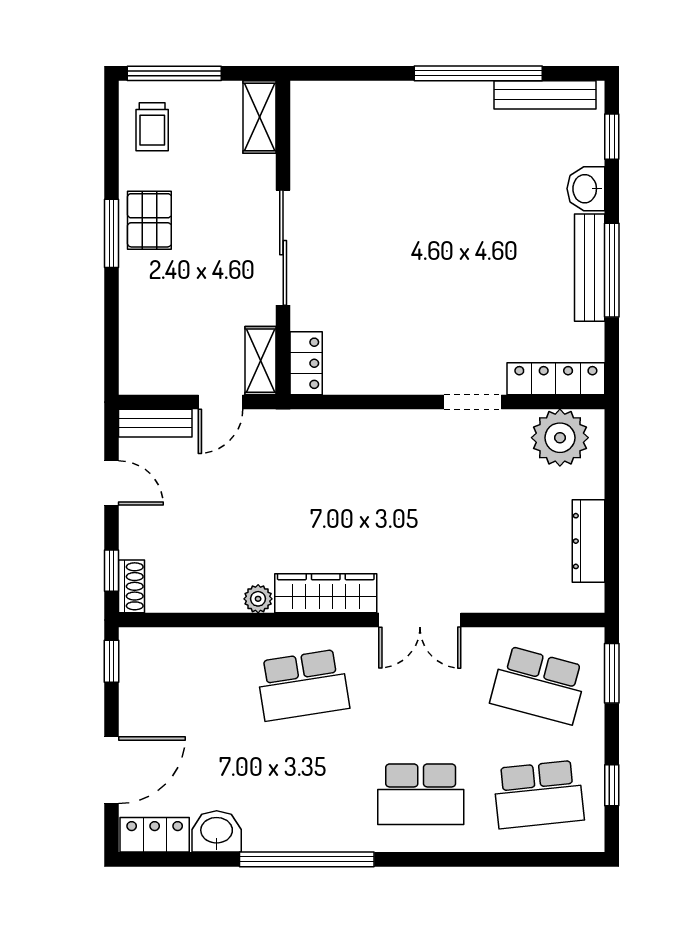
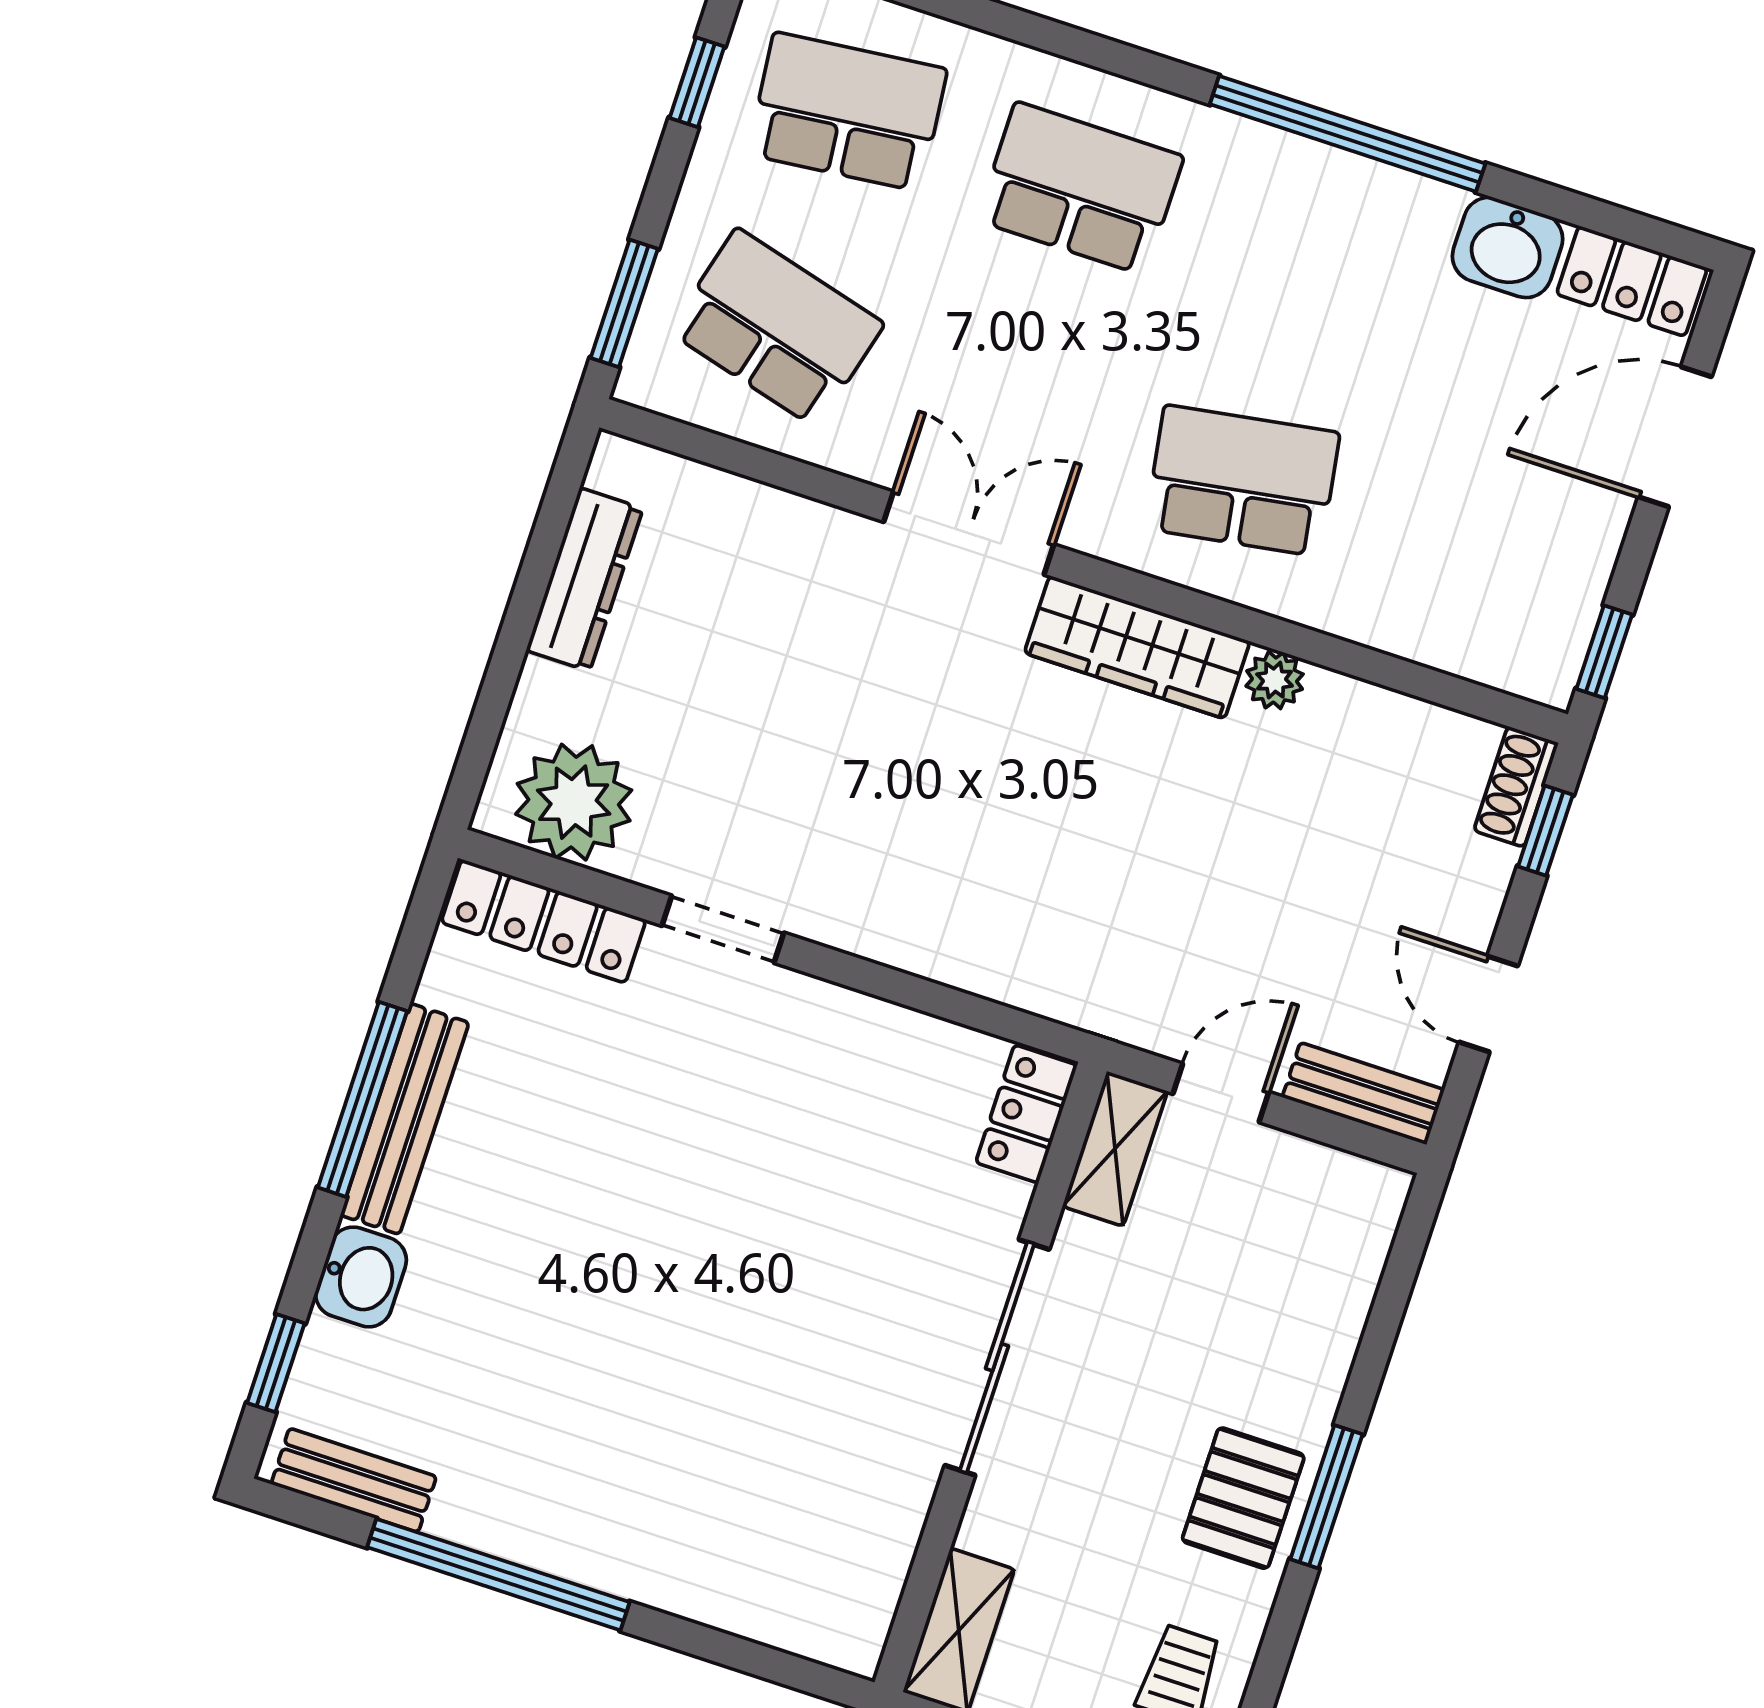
bench: (545, 95) -> (354, 1480), width x0.73

